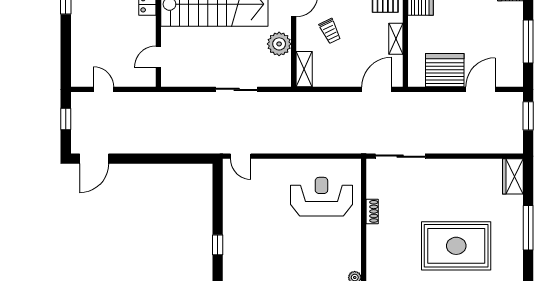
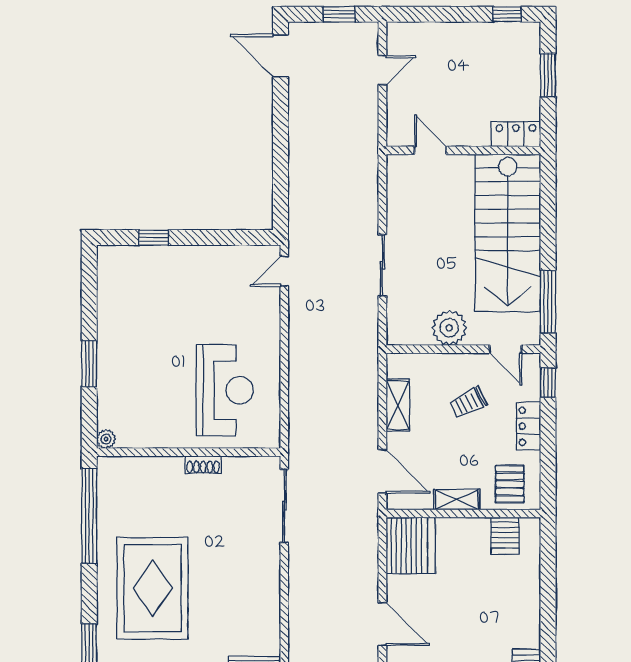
shelving: (304, 69) -> (398, 405), moved, turned 90
server rack: (445, 70) -> (411, 545), moved

